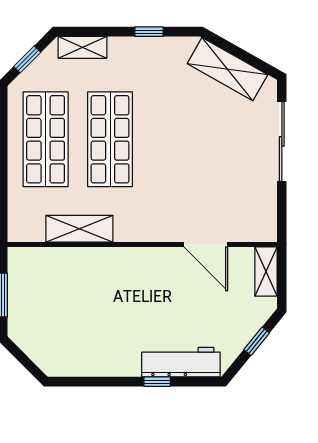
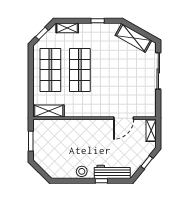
shelving: (79, 229) -> (49, 111), moved
door: (206, 244) -> (124, 118), hinge flipped
stool: (114, 361) -> (82, 171), added

